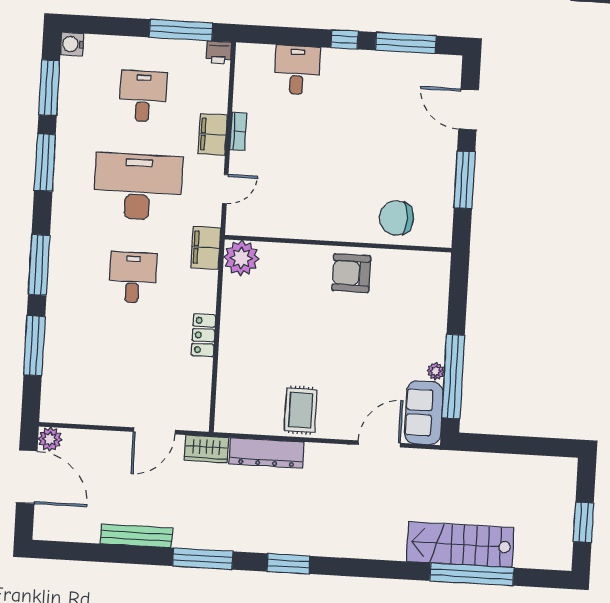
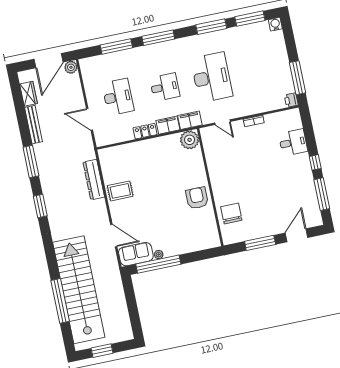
desk: (143, 96) -> (118, 97), moved, width x1.37
filing cabinet: (213, 134) -> (168, 125), moved
wardrobe: (206, 449) -> (29, 94), moved, turned 180
stairs: (460, 545) -> (79, 290), width x1.86, depth x1.51

